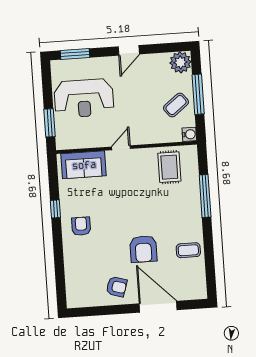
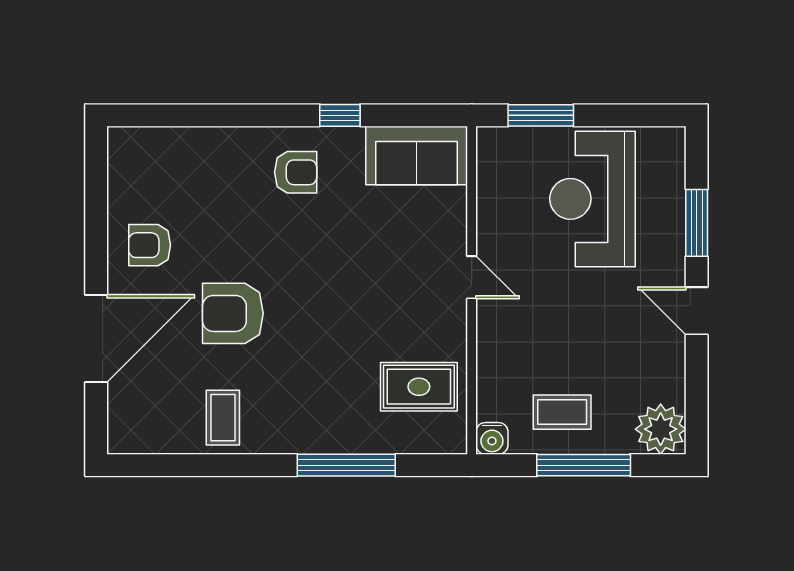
window: (75, 54) -> (697, 223), moved
coffee table: (176, 105) -> (562, 412), turned -52
sofa: (84, 165) -> (417, 156), moved, turned -90
armchair: (117, 287) -> (150, 245), turned 73

